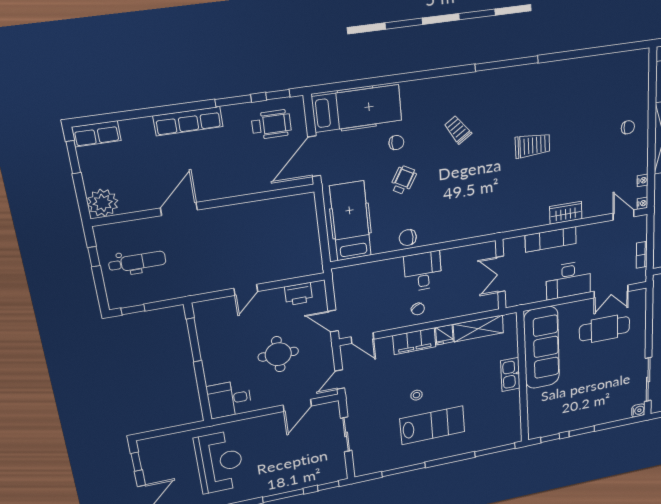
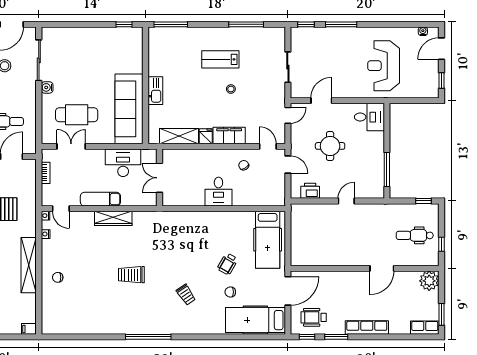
wardrobe: (566, 213) -> (113, 218), width x1.50
chair: (408, 238) -> (228, 220), removed
exam couch: (551, 239) -> (100, 199), moved
double door: (501, 274) -> (159, 178), swing flipped
desk: (568, 280) -> (123, 163), moved
chair: (418, 309) -> (244, 165), moved
water cooler: (638, 410) -> (47, 87), moved
lab bench: (432, 425) -> (220, 59), width x0.73, depth x0.72
window: (582, 431) -> (97, 24), removed

